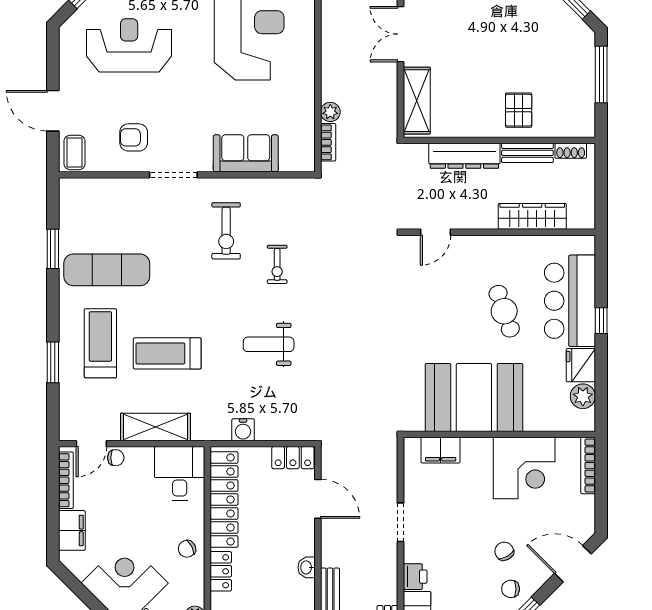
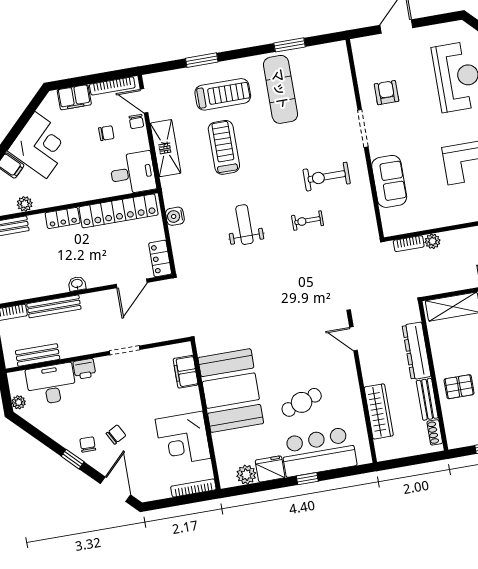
coffee table: (75, 152) -> (367, 49), removed
chair: (187, 549) -> (106, 133), moved, turned 117

